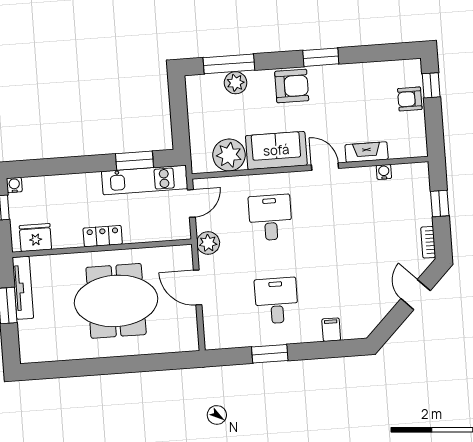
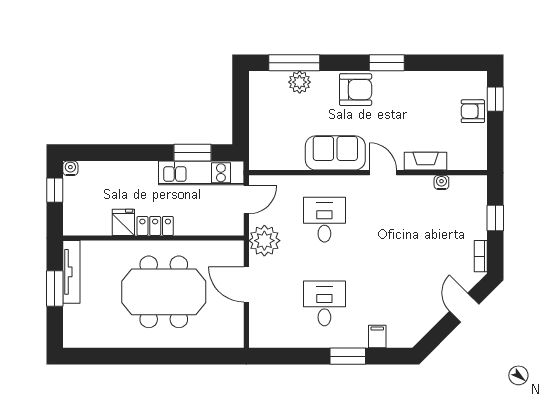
plant: (229, 155) -> (288, 154), removed
fridge: (35, 237) -> (123, 222), moved, width x0.72
plant: (208, 243) -> (264, 241), width x1.36, depth x1.36
window: (270, 354) -> (348, 356), moved

